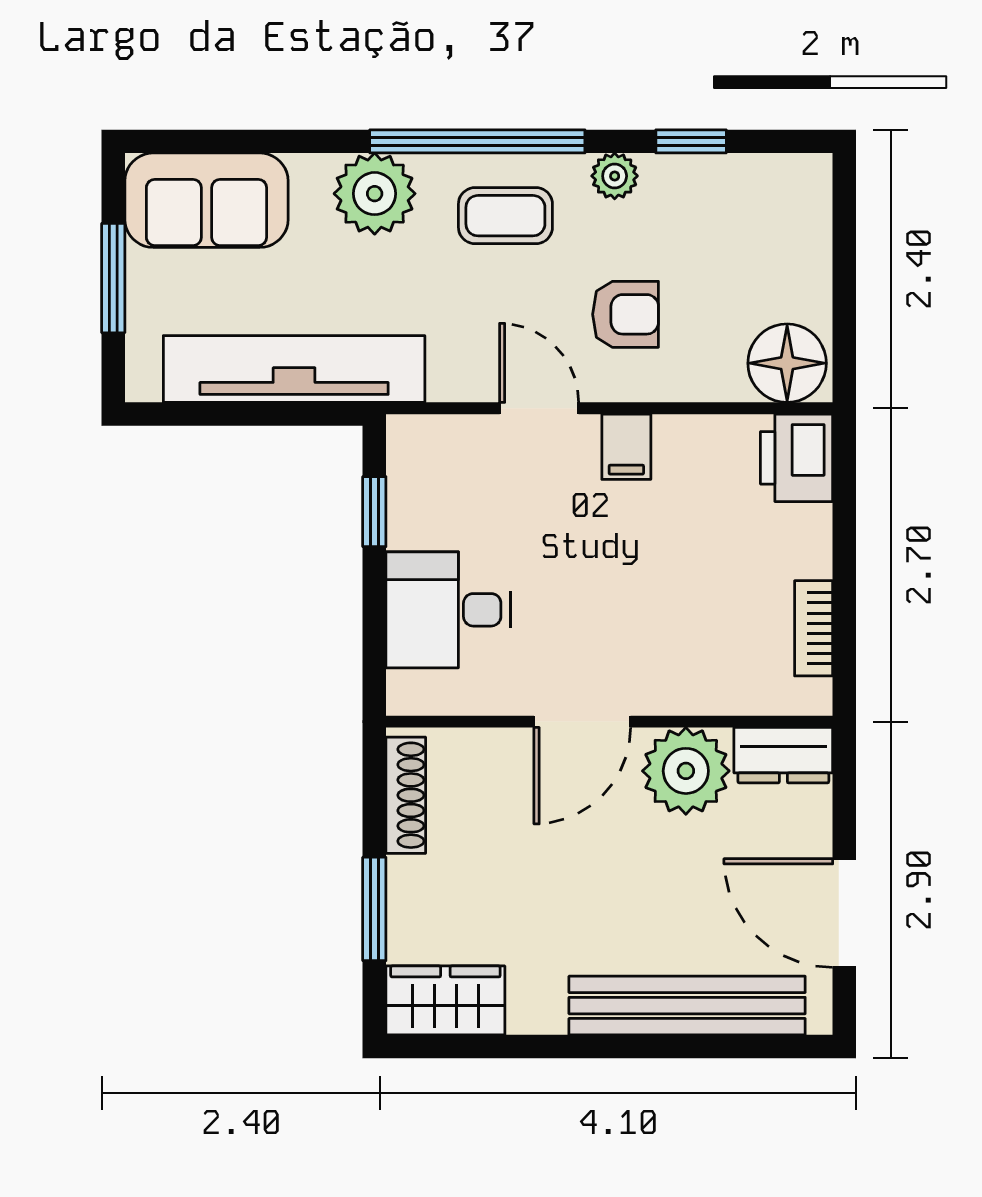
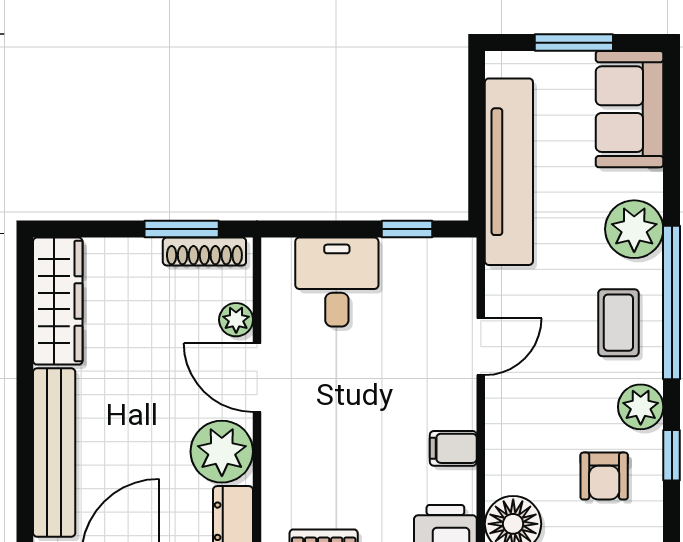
plant: (615, 176) -> (641, 407), width x1.38, depth x1.38
armchair: (625, 314) -> (604, 476), moved
filing cabinet: (626, 447) -> (453, 448), moved
plant: (501, 751) -> (236, 320), added
window: (374, 909) -> (182, 229), moved
wardrobe: (445, 1000) -> (58, 301), width x1.50

